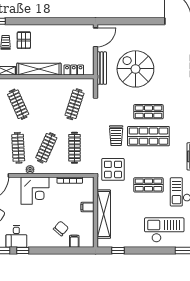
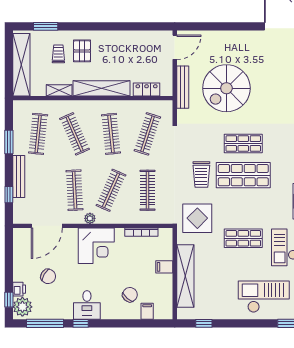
spiral stairs: (135, 69) -> (226, 88), turned -90
clothes rail: (46, 104) -> (111, 134), added
desk: (16, 236) -> (87, 305), moved

